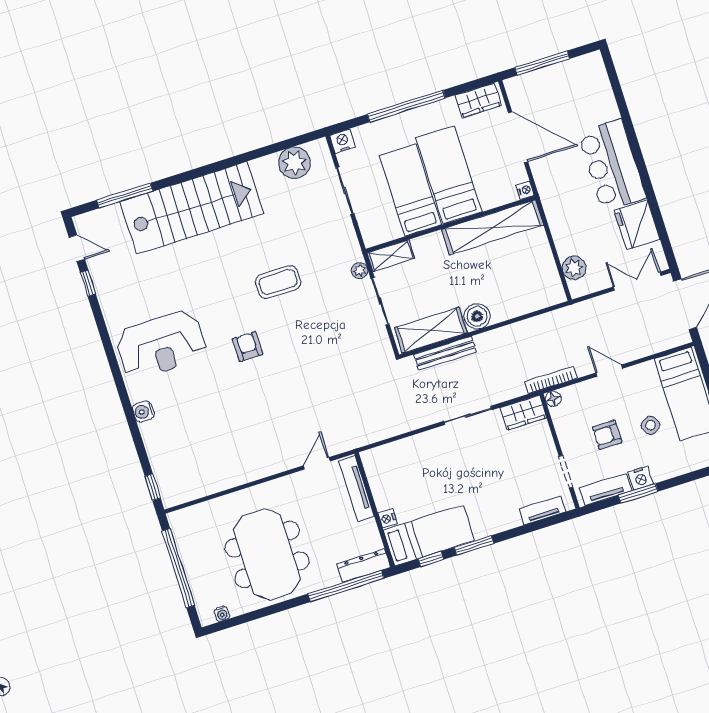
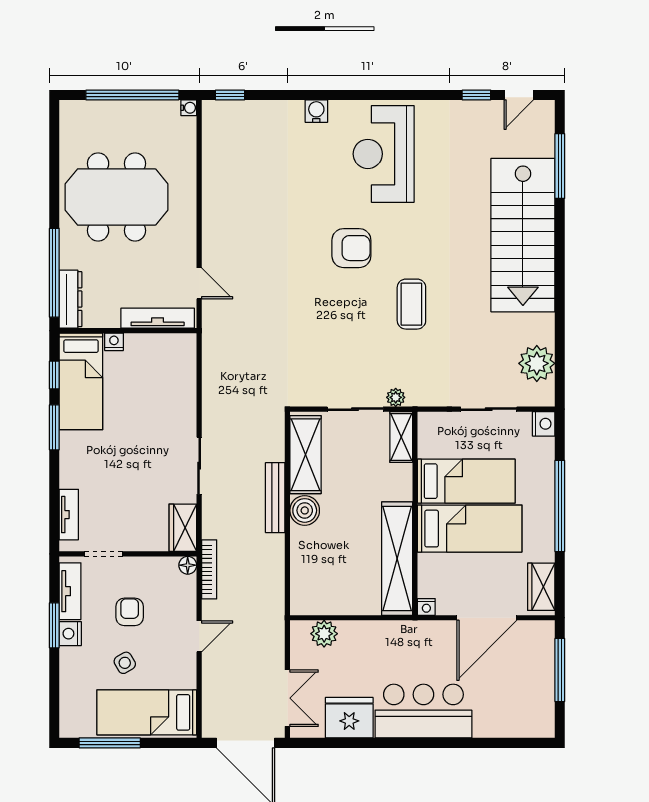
armchair: (248, 347) -> (351, 248), width x1.38, depth x1.38
bench: (445, 353) -> (275, 498), moved
water cooler: (222, 614) -> (189, 108), moved, turned 180

